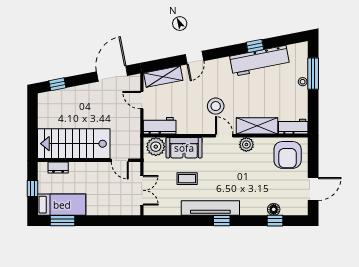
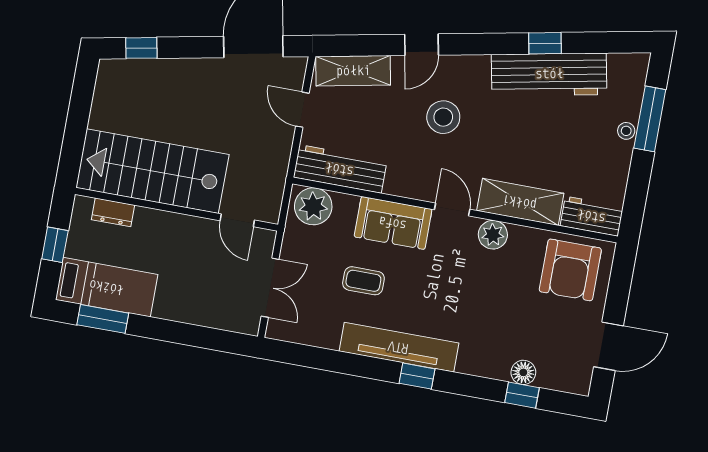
stool: (216, 106) -> (443, 117), moved
workbench: (160, 126) -> (340, 169), width x1.38
sofa: (184, 148) -> (393, 223), moved

